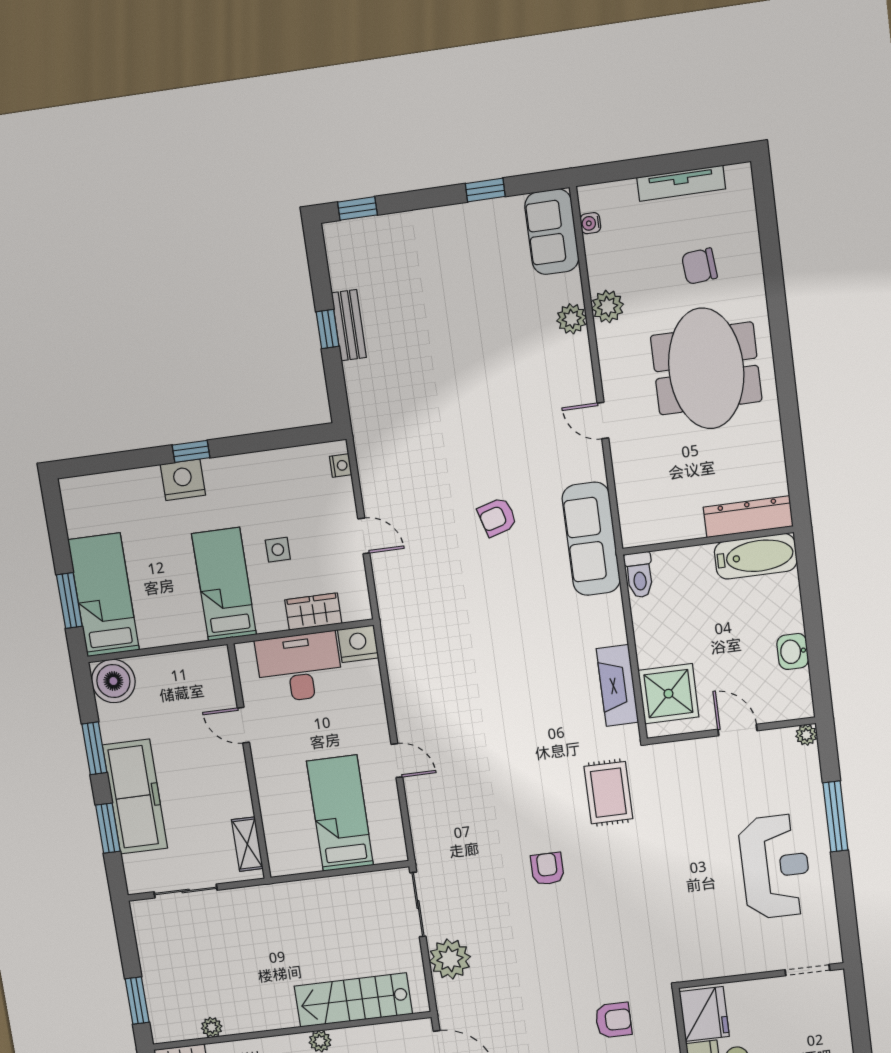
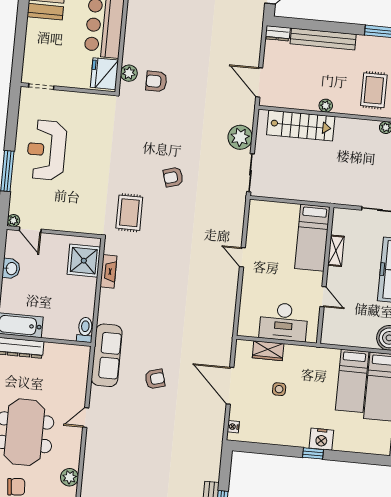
plant: (572, 319) -> (129, 73), moved
door: (603, 421) -> (86, 418), swing flipped
door: (364, 536) -> (230, 386), width x1.88
bed: (224, 584) -> (352, 381), moved
nightstand: (358, 644) -> (248, 327), removed
fireplace: (617, 685) -> (108, 271), width x0.73, depth x0.76
door: (737, 730) -> (30, 230), moved
bed: (340, 813) -> (312, 238), moved
shelving: (247, 844) -> (336, 251), moved
armchair: (547, 869) -> (173, 177), turned 73

